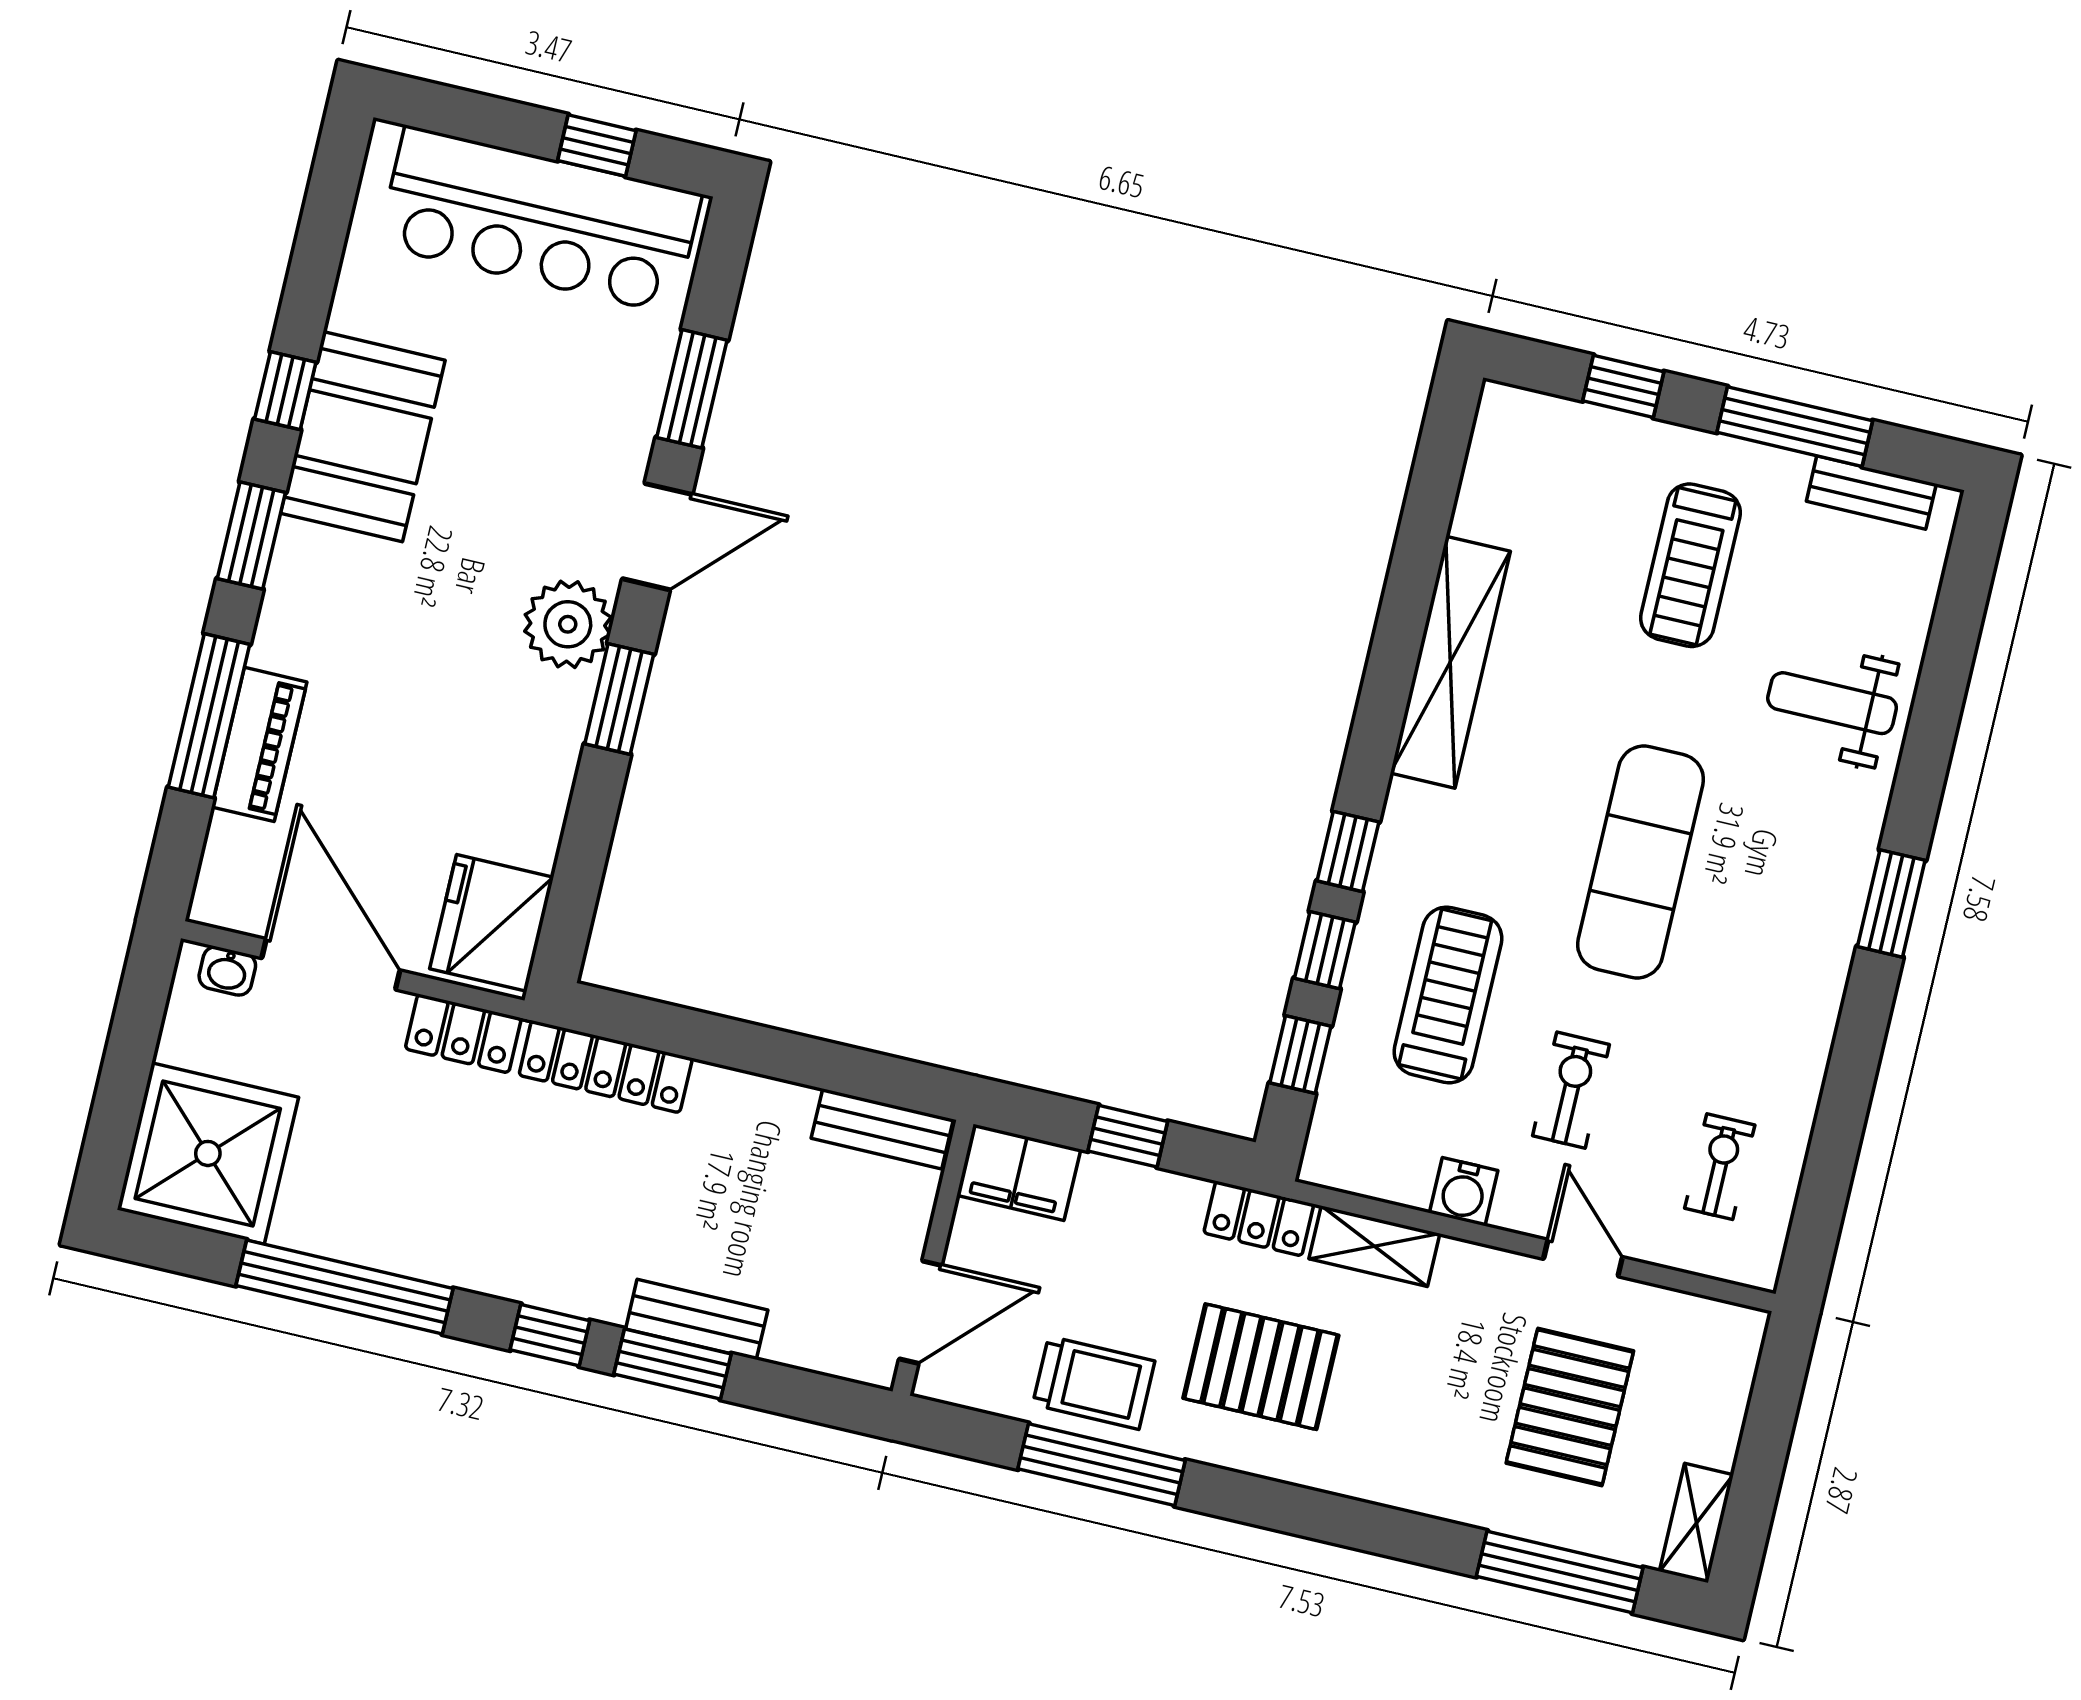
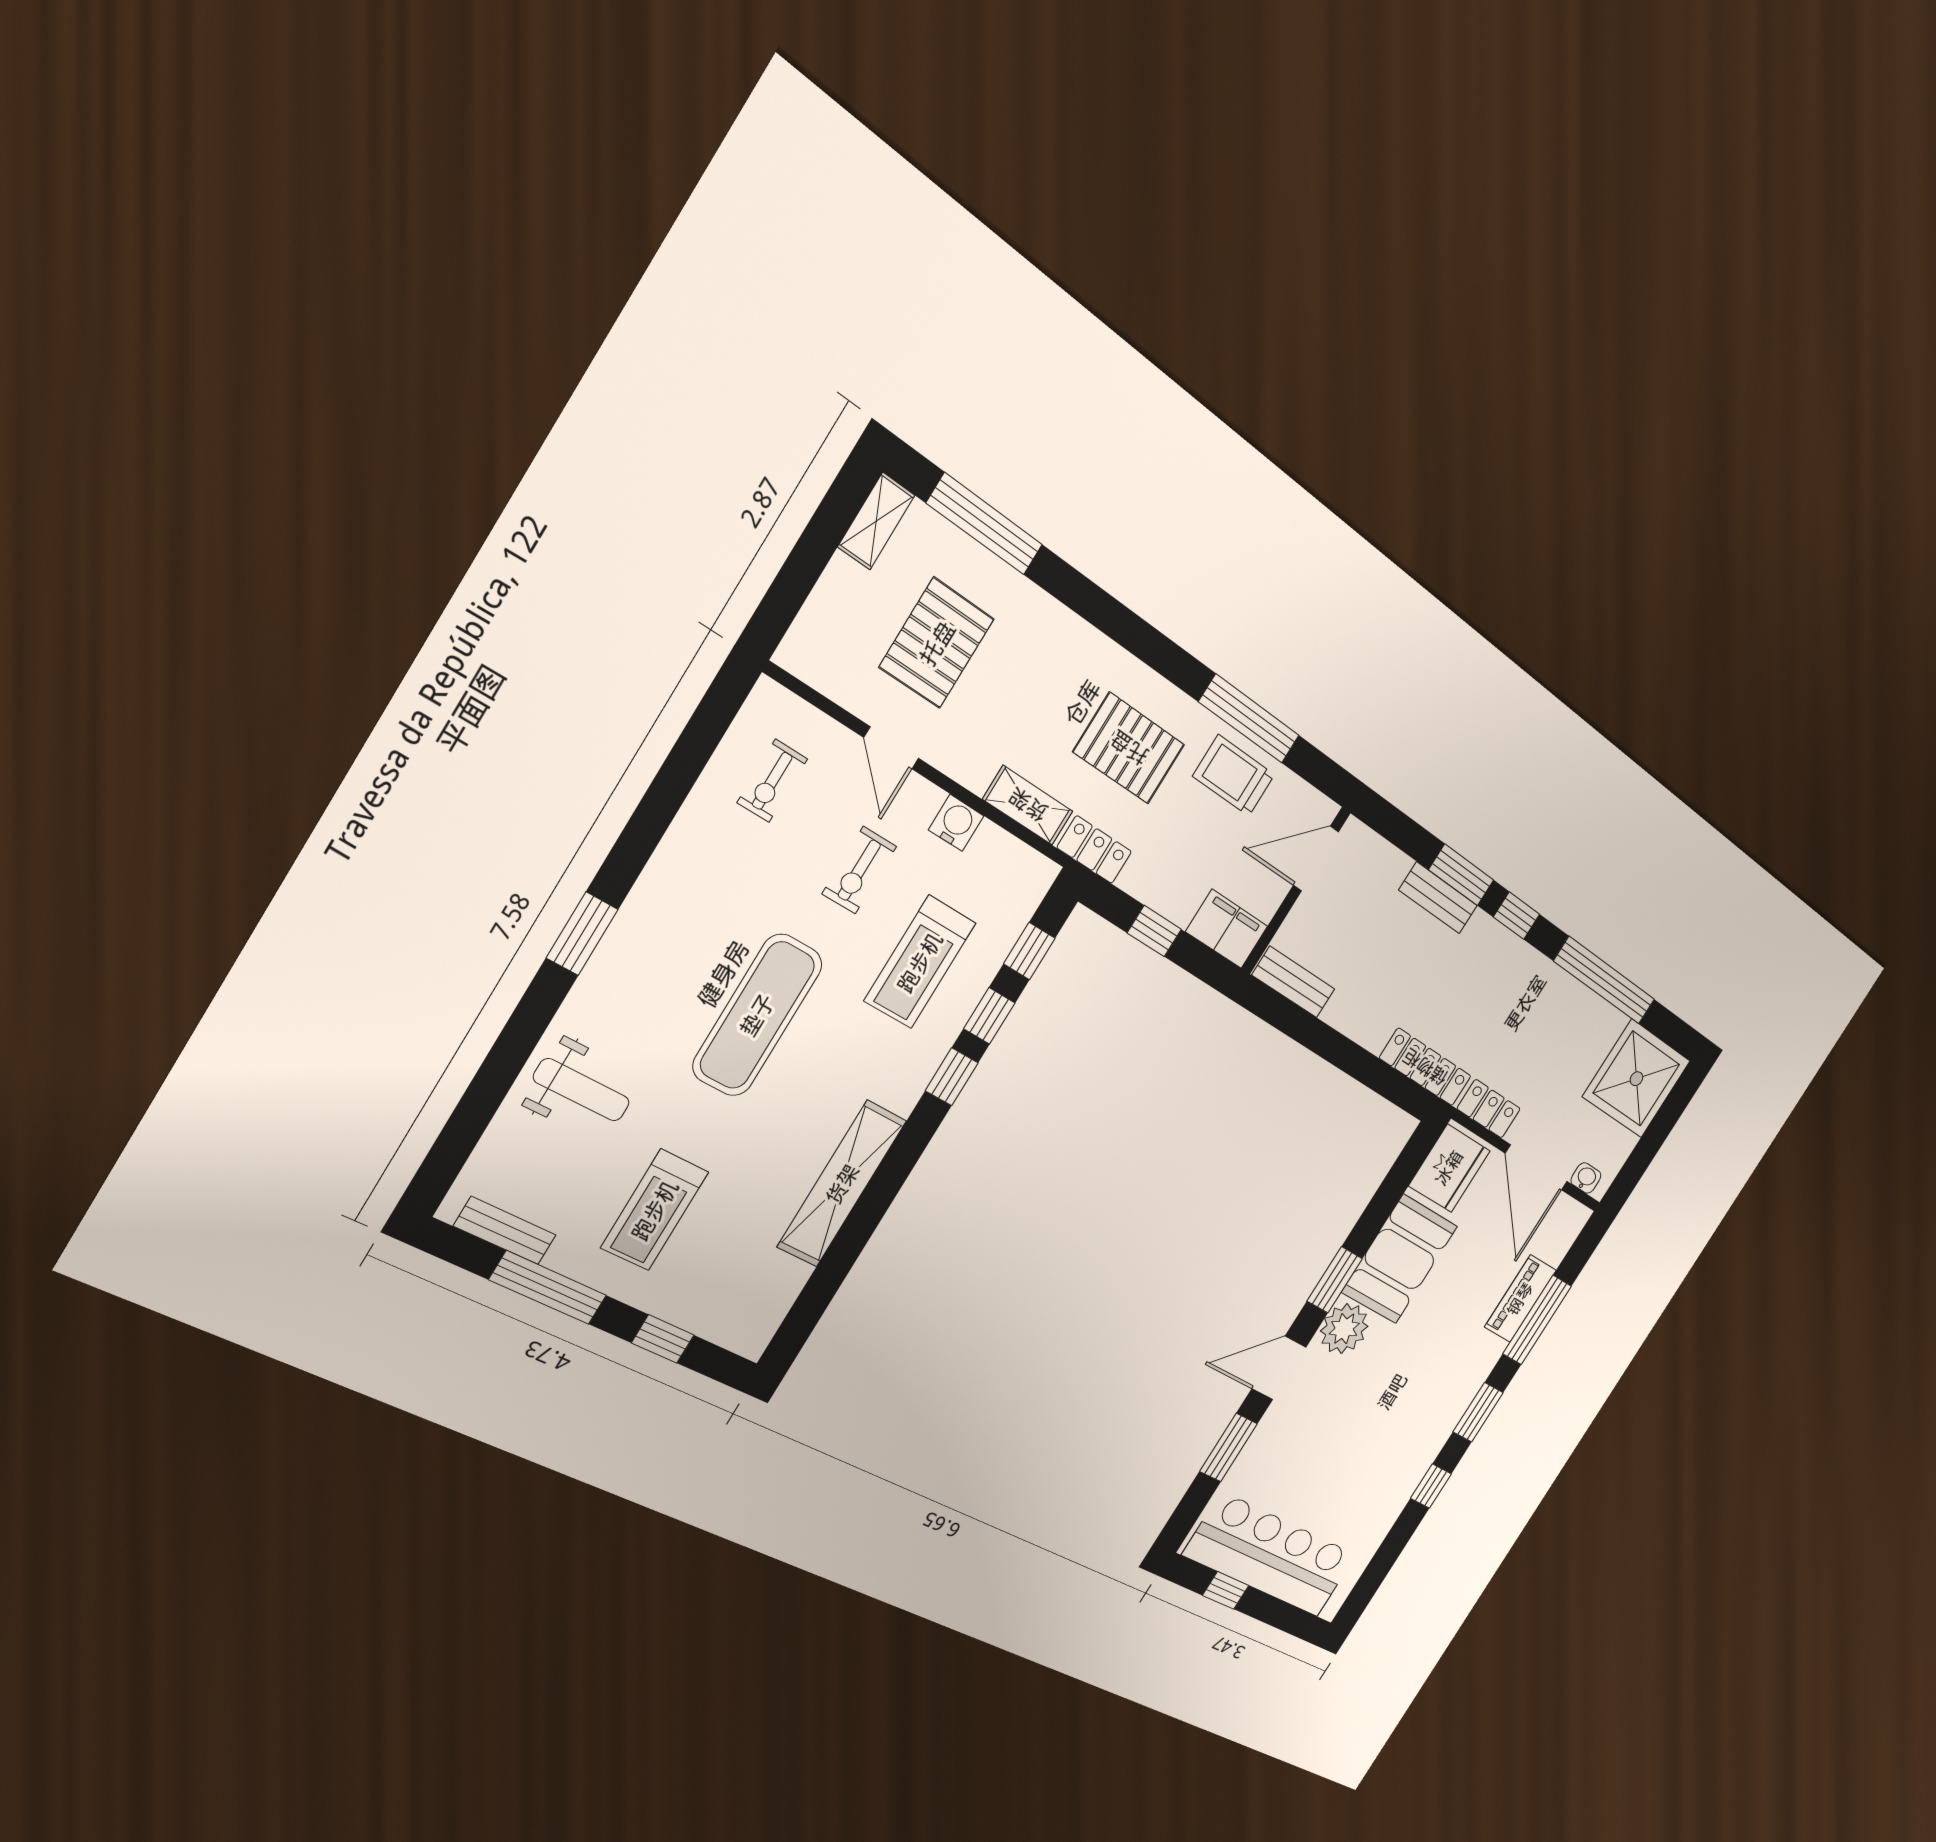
booth: (363, 437) -> (1400, 1259), moved
treadmill: (1690, 565) -> (655, 1210), turned 180

